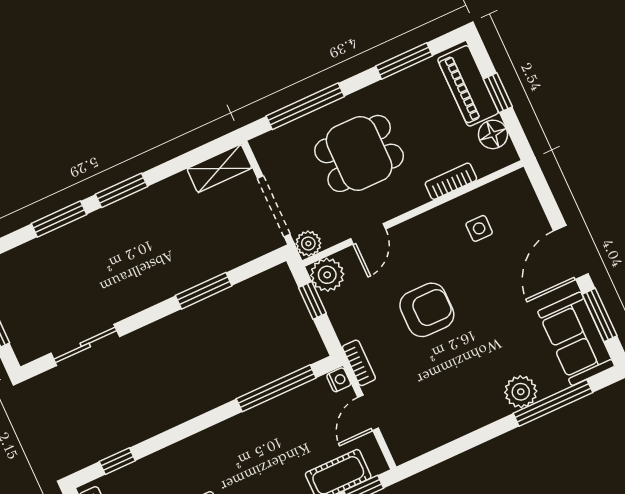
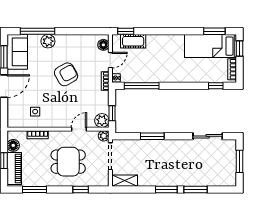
window: (305, 106) -> (81, 189), width x0.46
armchair: (427, 310) -> (66, 74), moved, turned 151
floor lamp: (398, 438) -> (103, 45), added

